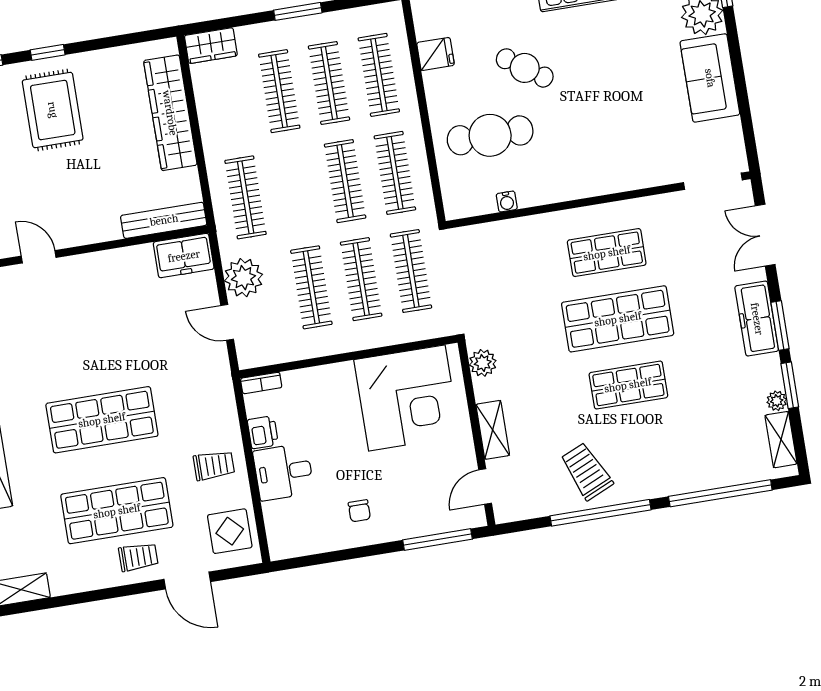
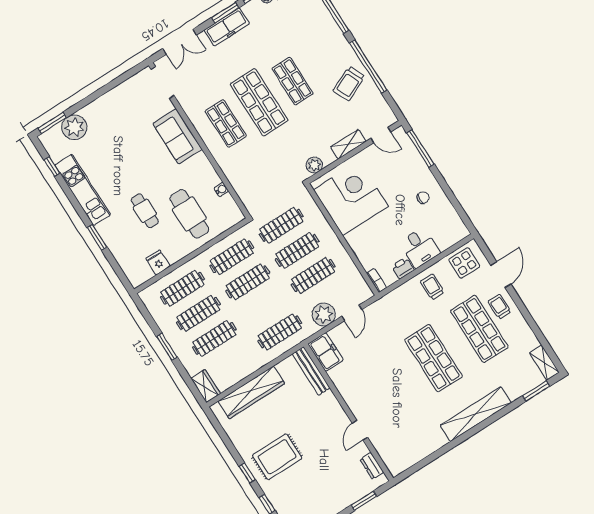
cafe table: (525, 68) -> (145, 211), turned -35
sofa: (710, 78) -> (177, 136), moved, turned 90

